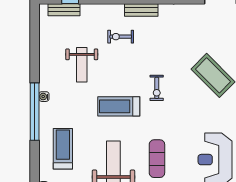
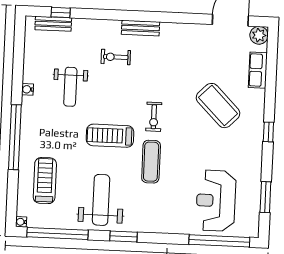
water cooler: (44, 97) -> (28, 89), moved
exercise mat: (157, 159) -> (151, 162), moved

